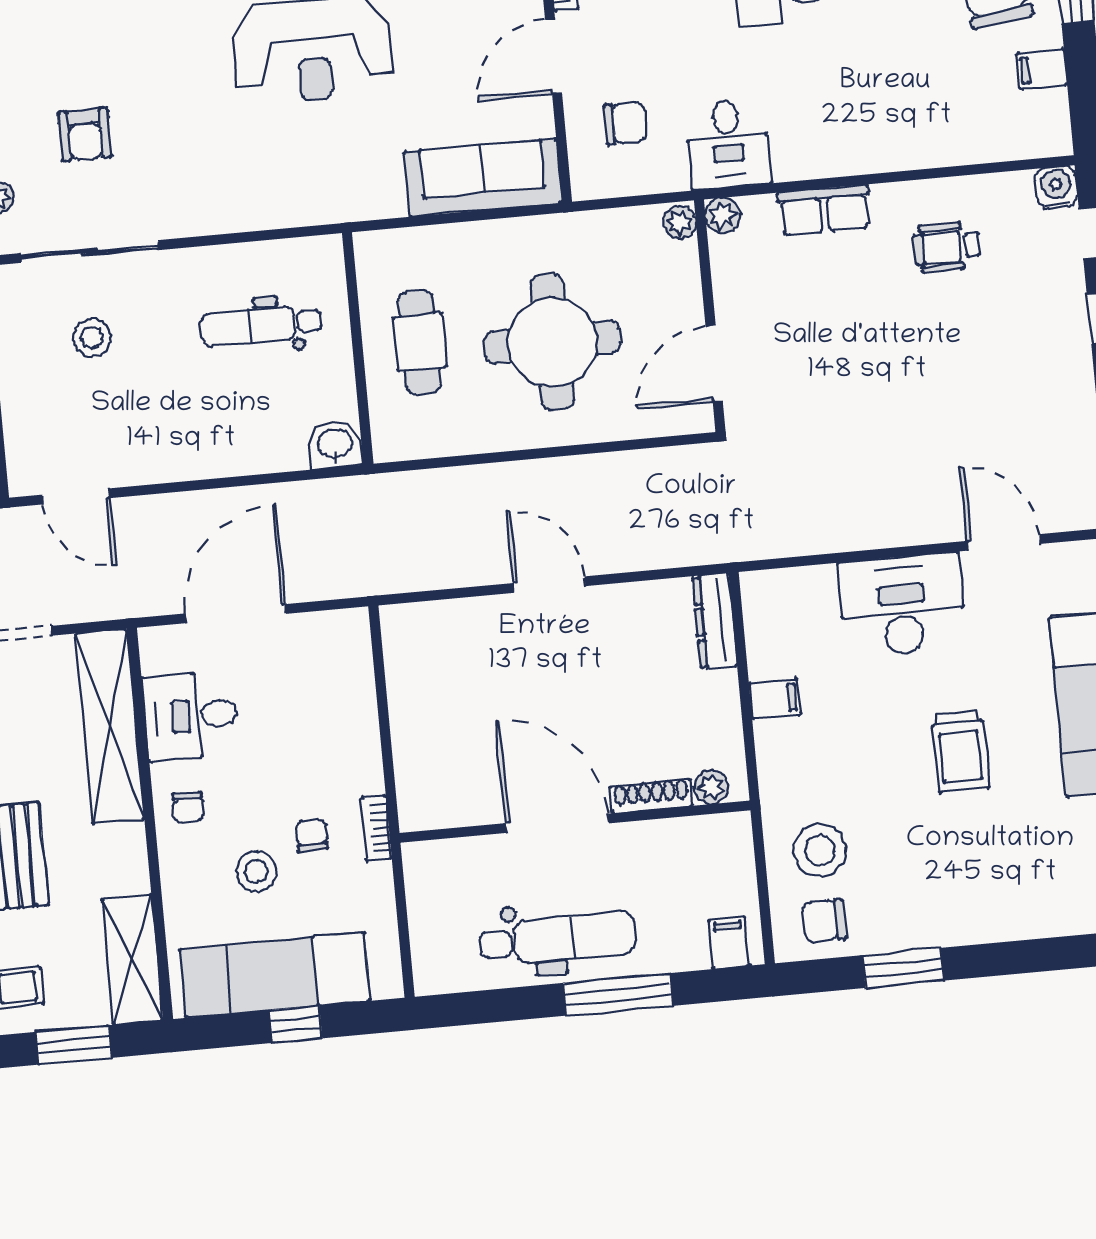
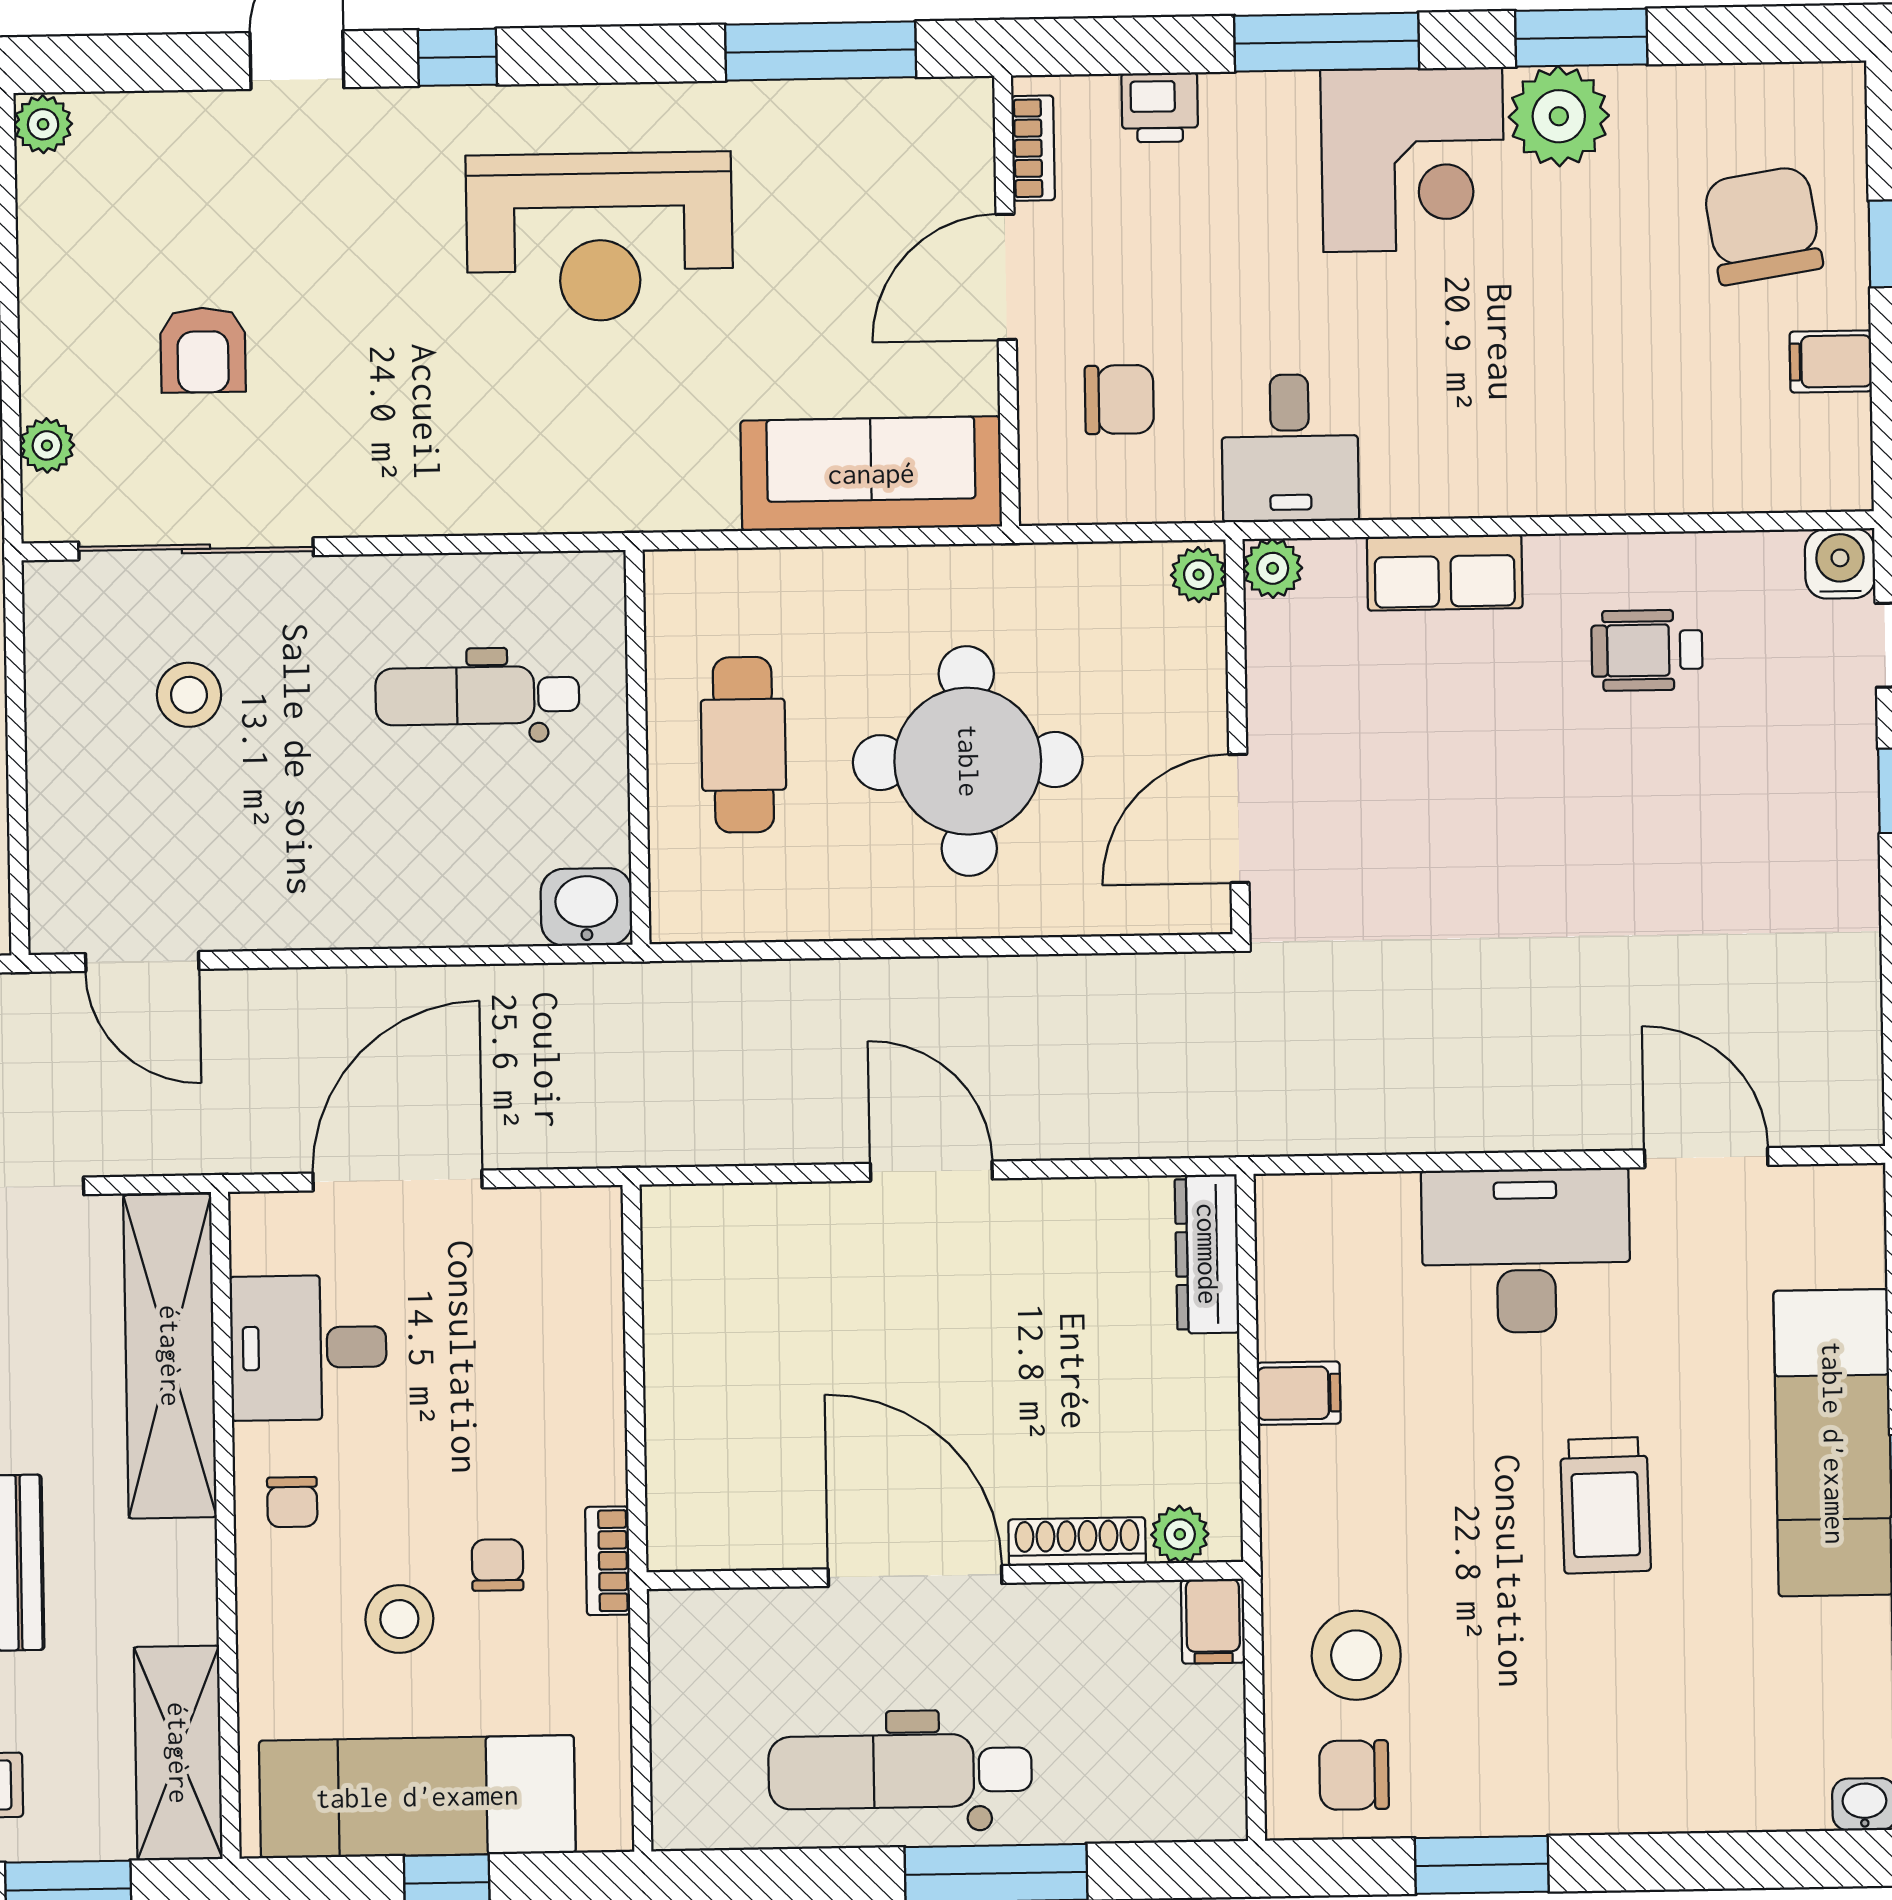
dental chair: (557, 939) -> (900, 1771), turned 180
filing cabinet: (729, 943) -> (1213, 1621), moved, turned 180

